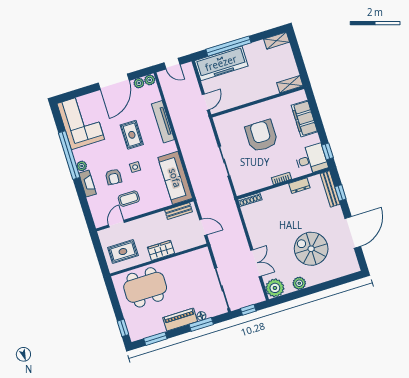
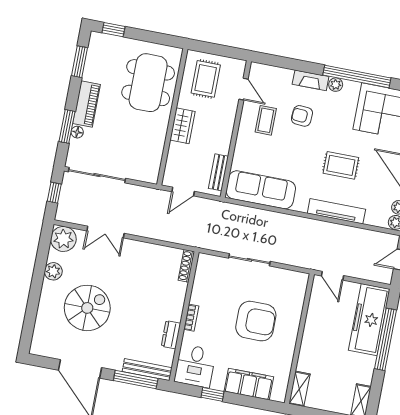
window: (328, 151) -> (213, 394), moved
side table: (135, 167) -> (300, 148), removed
window: (340, 193) -> (136, 380), width x2.17

